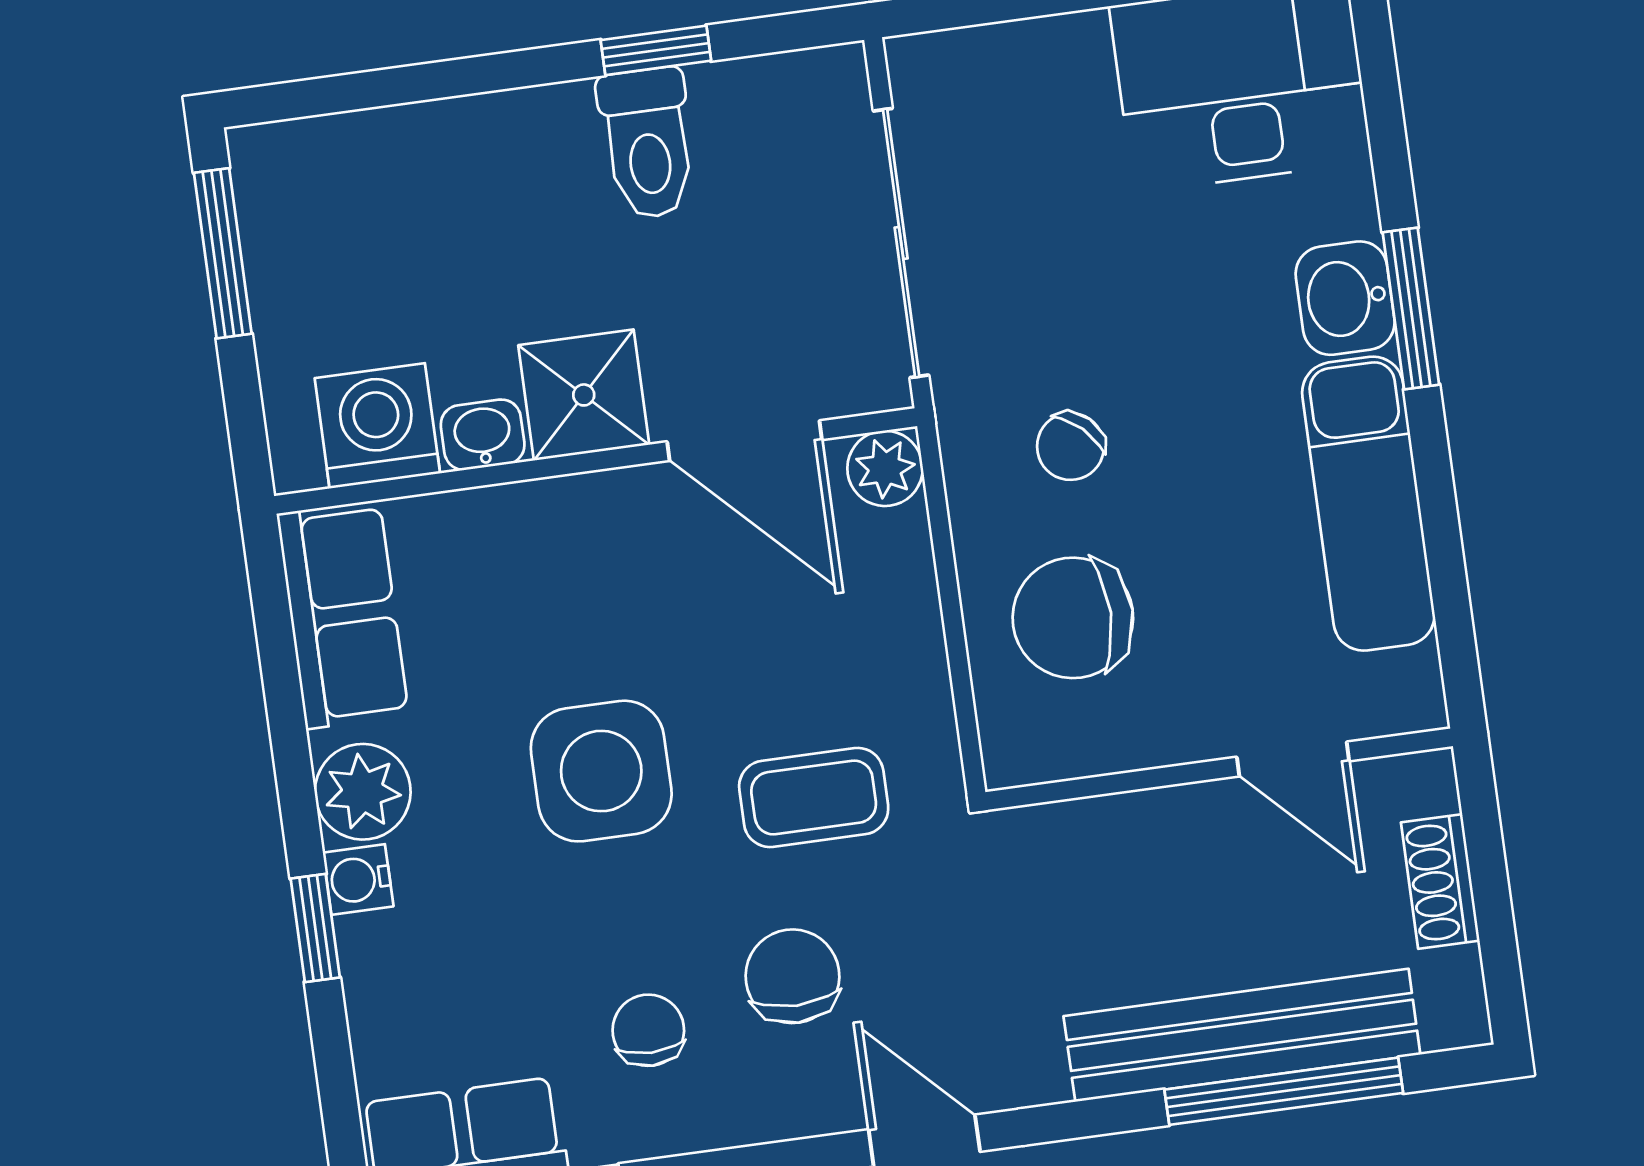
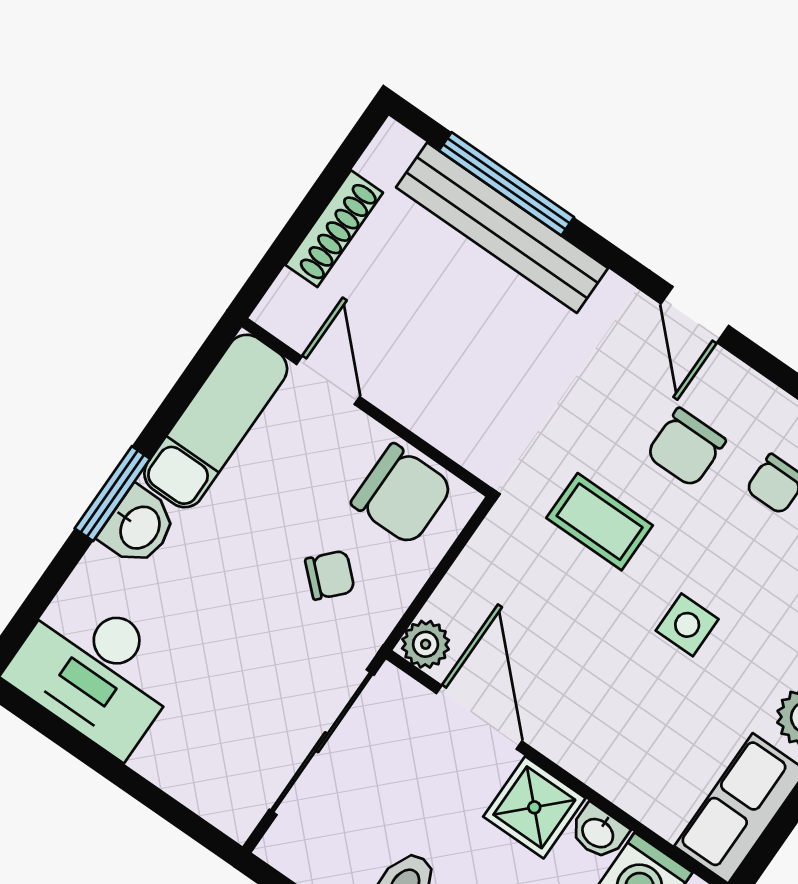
door: (1293, 759) -> (328, 380), moved
wall: (1219, 769) -> (367, 407), moved
side table: (601, 771) -> (687, 625), width x0.54, depth x0.54
shoe rack: (1440, 881) -> (334, 229), width x1.43

